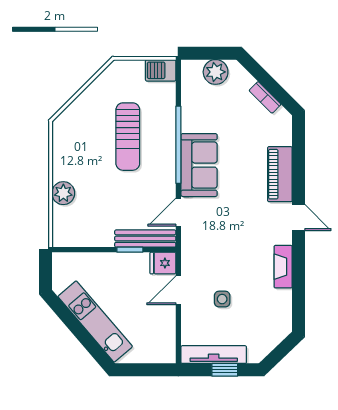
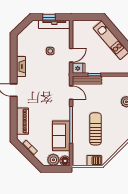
barbecue: (161, 70) -> (94, 161), moved
floor lamp: (191, 70) -> (65, 161), added
sofa: (199, 165) -> (61, 136), moved
piano: (280, 174) -> (23, 121), moved
door: (178, 212) -> (71, 93), hinge flipped

